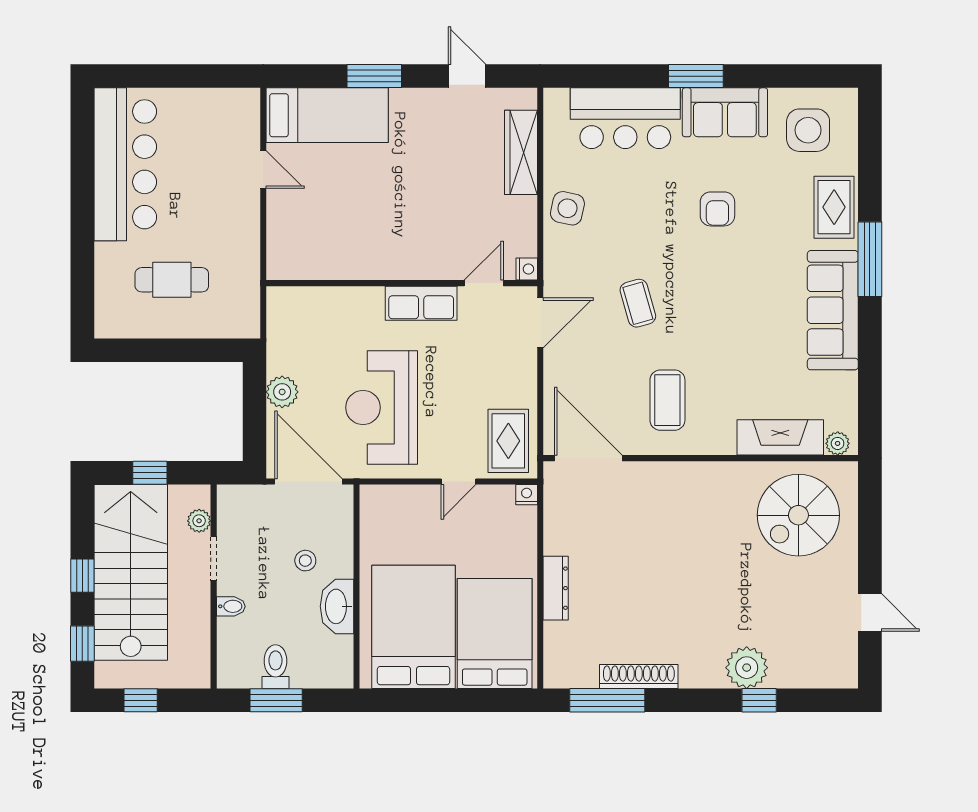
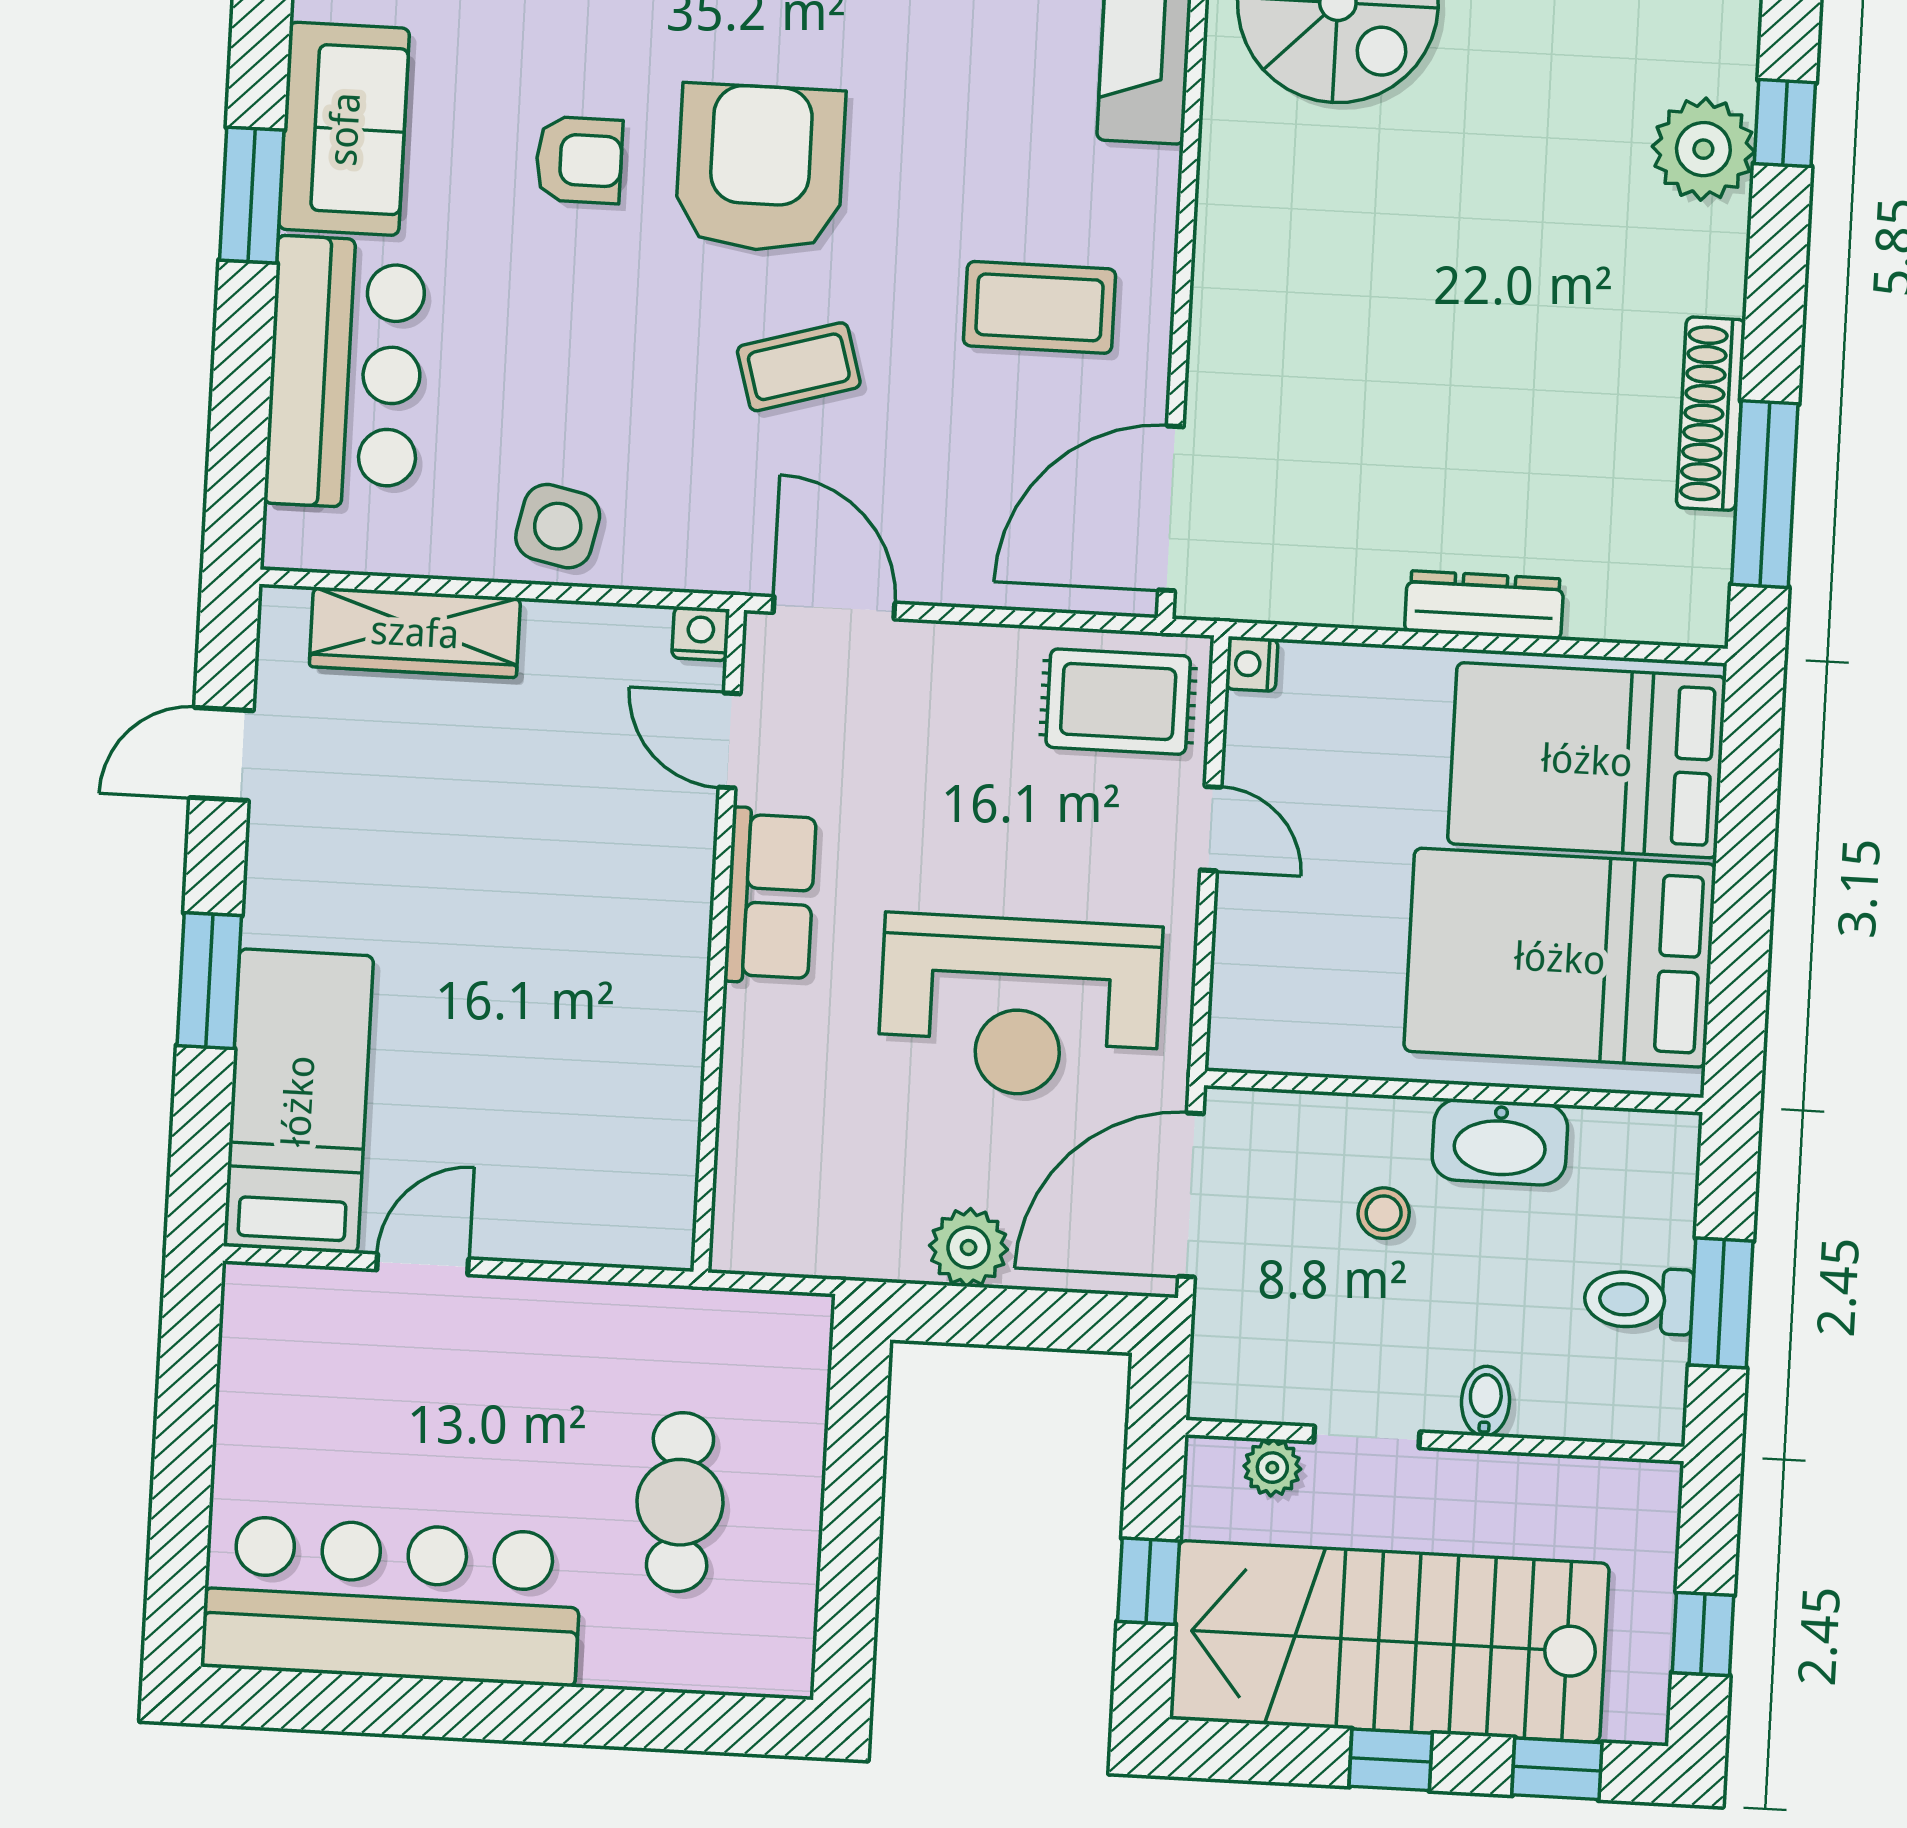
armchair: (718, 283) -> (760, 168), added

